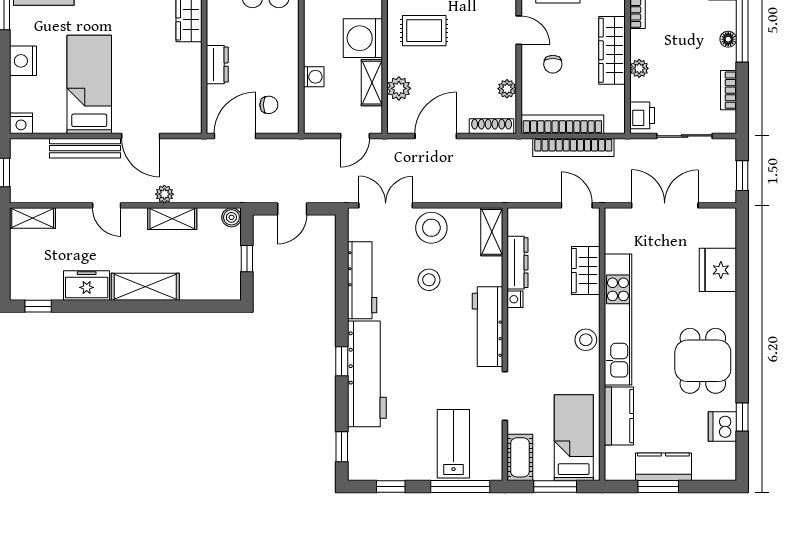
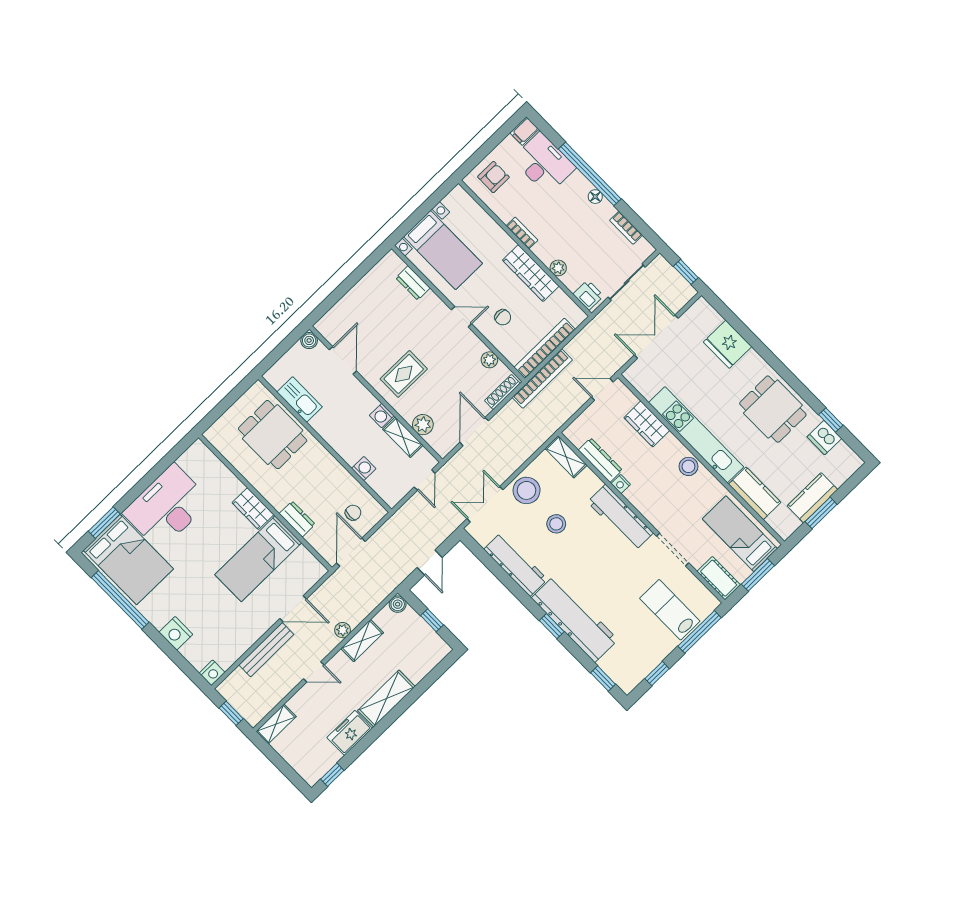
washing machine: (363, 38) -> (382, 416), width x0.53, depth x0.53
bed: (89, 84) -> (258, 559), moved, turned -90
bookcase: (573, 147) -> (542, 379), moved

